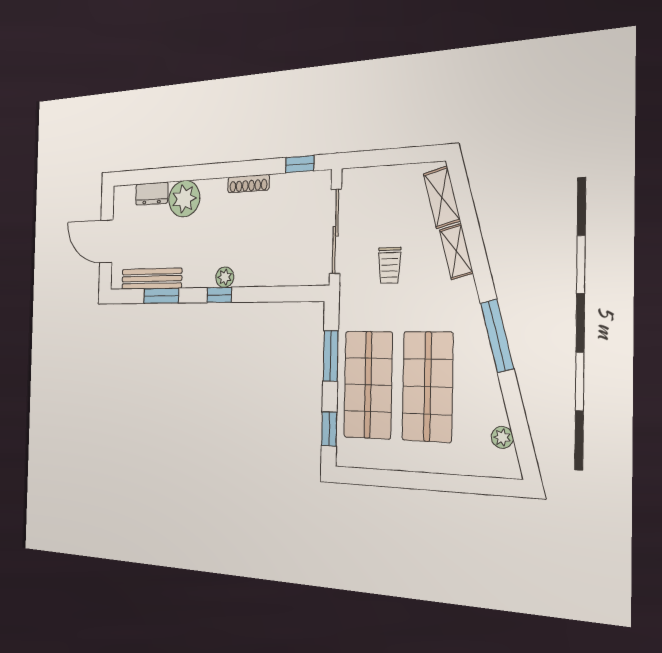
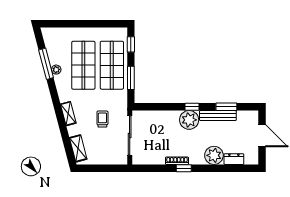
window: (300, 164) -> (184, 168), moved
shelving: (456, 251) -> (68, 114), moved
plant: (225, 277) -> (189, 120), width x1.88, depth x1.88
bench: (152, 279) -> (218, 116), moved
window: (497, 336) -> (46, 64), moved
plant: (502, 437) -> (56, 70), moved

